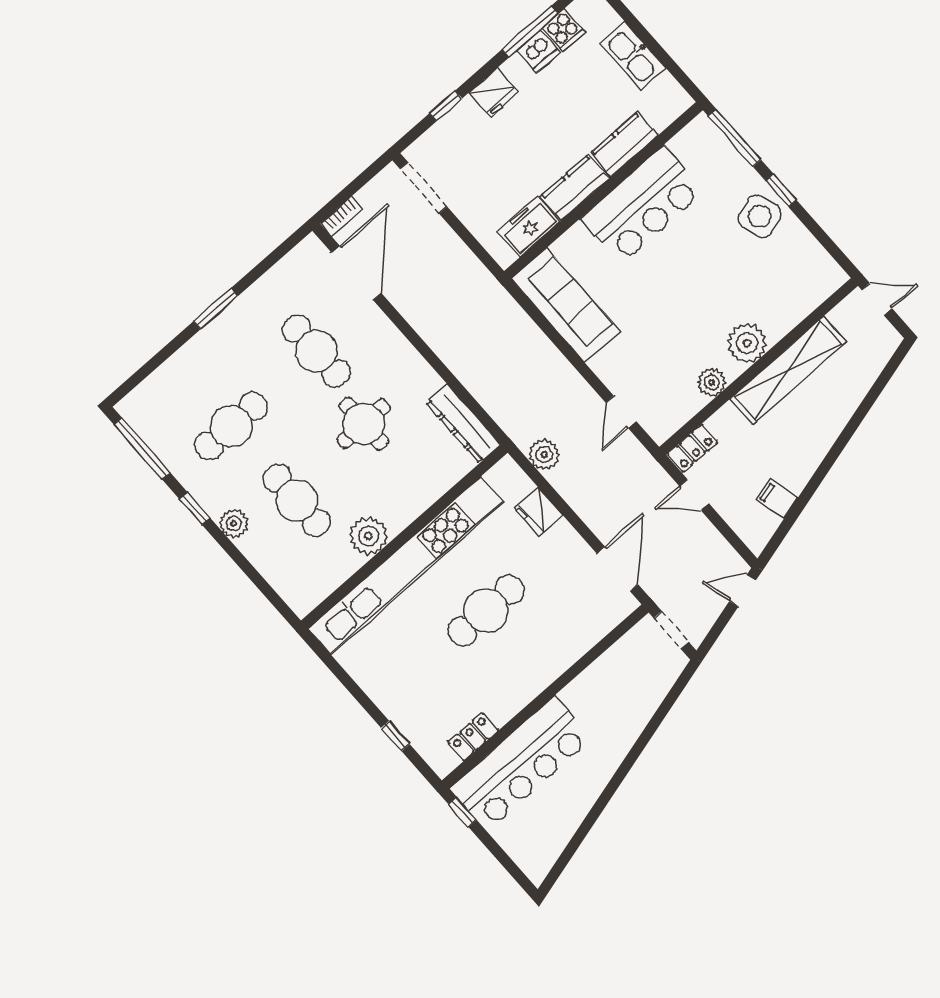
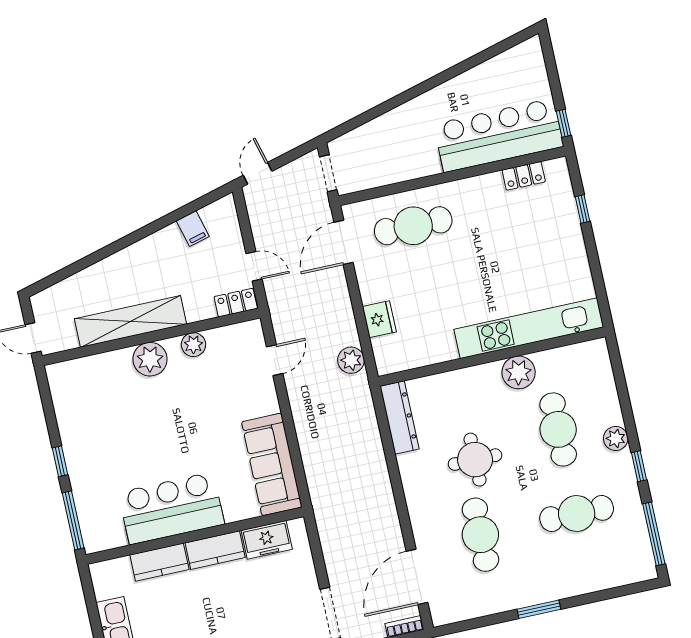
side table: (760, 216) -> (87, 450), removed
kitchen unit: (406, 566) -> (529, 328), width x0.73
door: (743, 591) -> (258, 173), swing flipped
cafe table: (486, 611) -> (413, 226), moved

